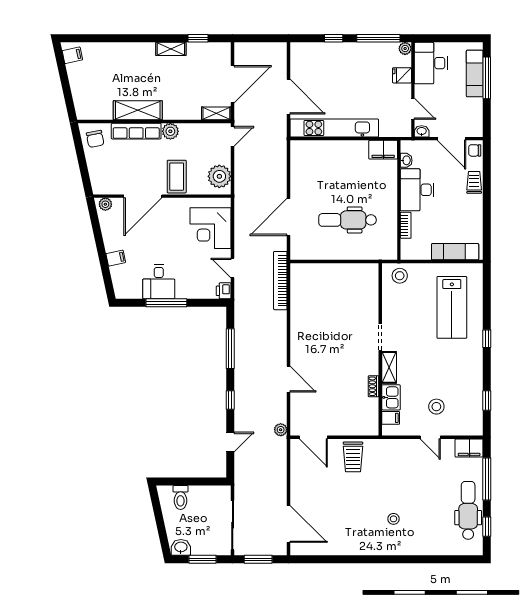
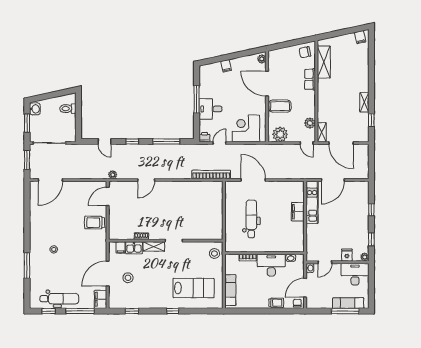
window: (378, 38) -> (371, 239), width x0.46
shelving: (138, 110) -> (324, 62), moved
kitchen unit: (334, 128) -> (312, 202), width x0.73
row of seats: (136, 131) -> (310, 79), width x0.68
plant: (170, 131) -> (310, 123), moved
filing cabinet: (383, 150) -> (298, 212), moved
desk: (159, 282) -> (210, 109), moved
lab bench: (452, 307) -> (194, 288), turned 180
door: (430, 437) -> (108, 274), width x1.87
window: (418, 559) -> (27, 265), added

